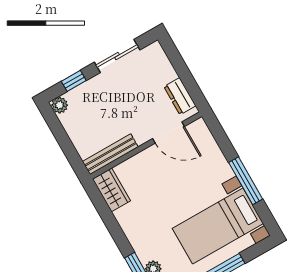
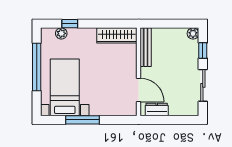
door: (169, 133) -> (139, 90), swing flipped
wardrobe: (111, 190) -> (117, 35), width x1.50

